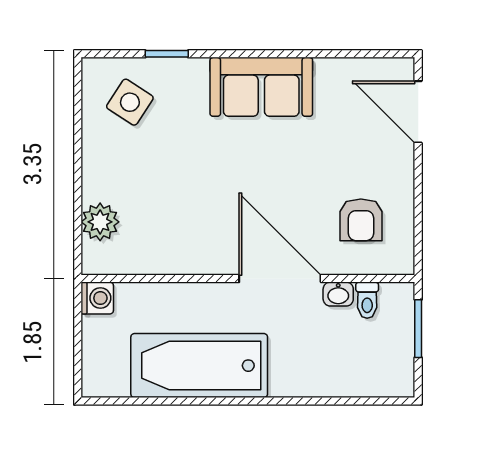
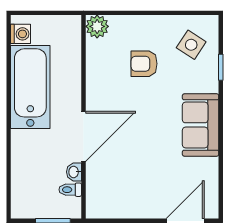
armchair: (361, 220) -> (144, 64), moved
plant: (100, 222) -> (97, 26), moved
washing machine: (97, 298) -> (21, 34), moved, turned -90

